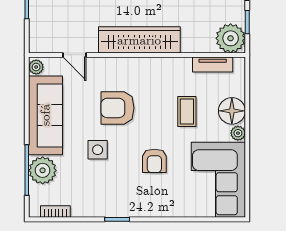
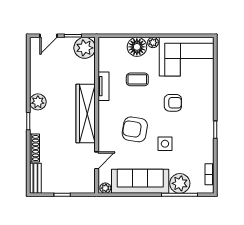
tv unit: (213, 65) -> (104, 86), moved
armchair: (117, 108) -> (135, 129), turned 99

